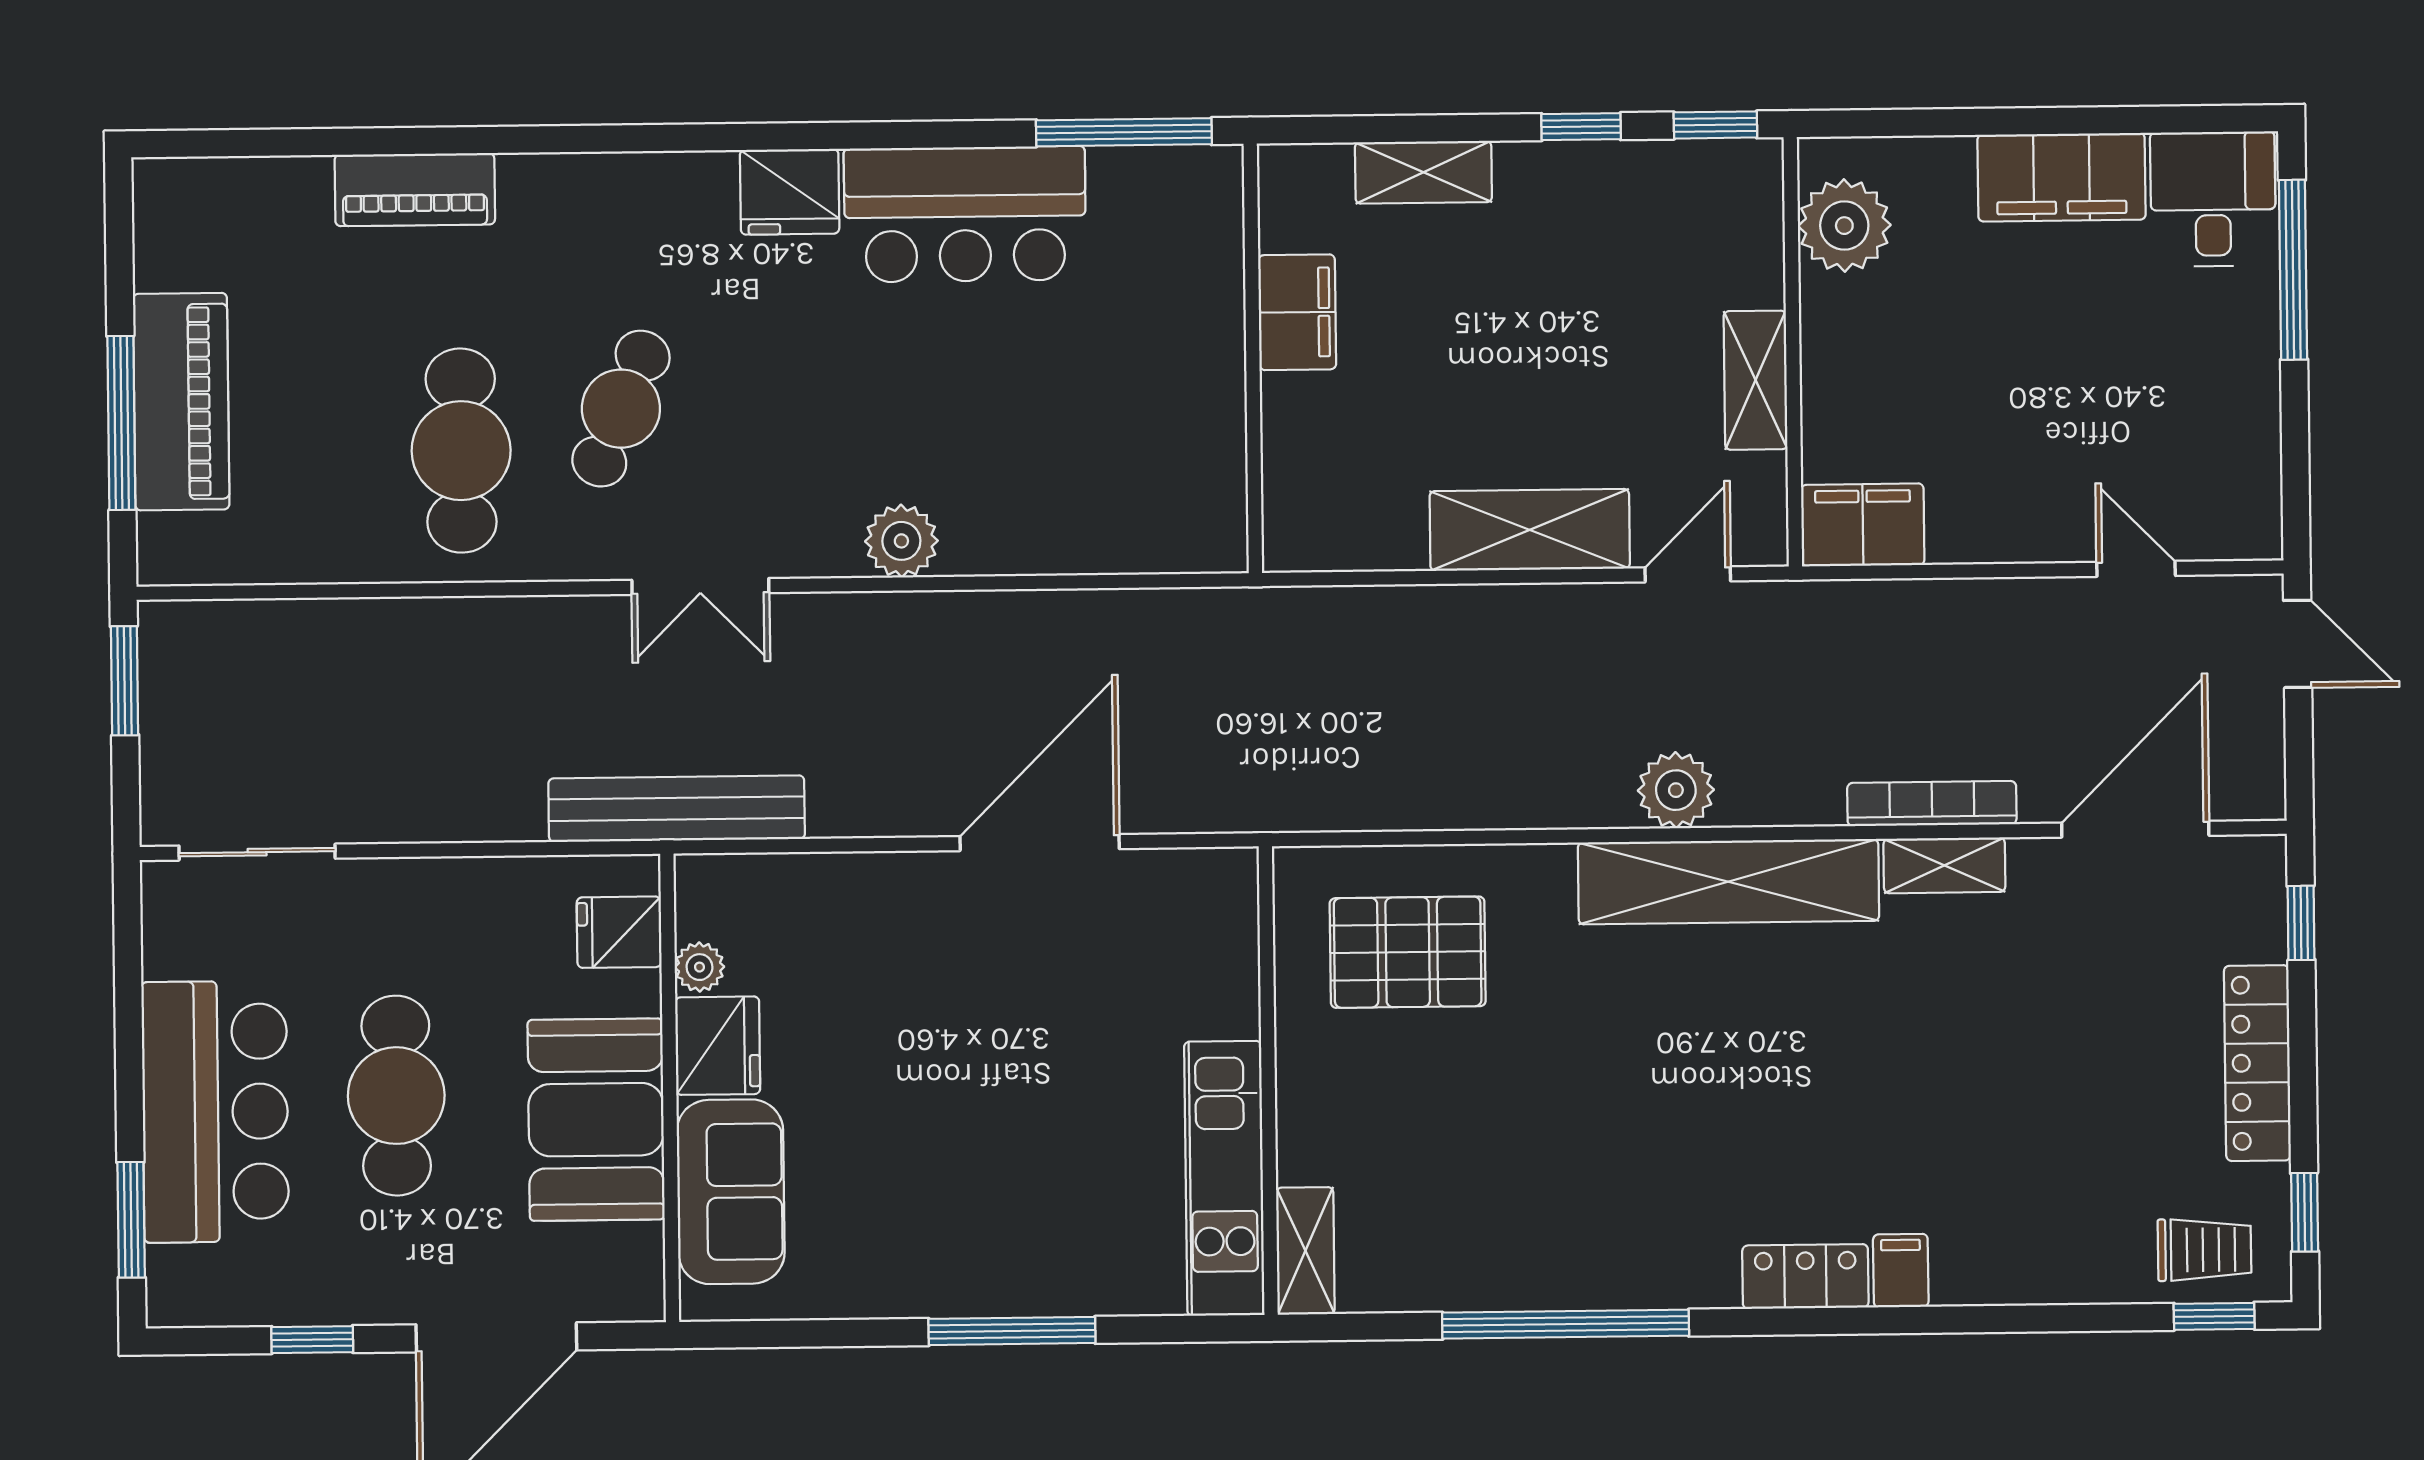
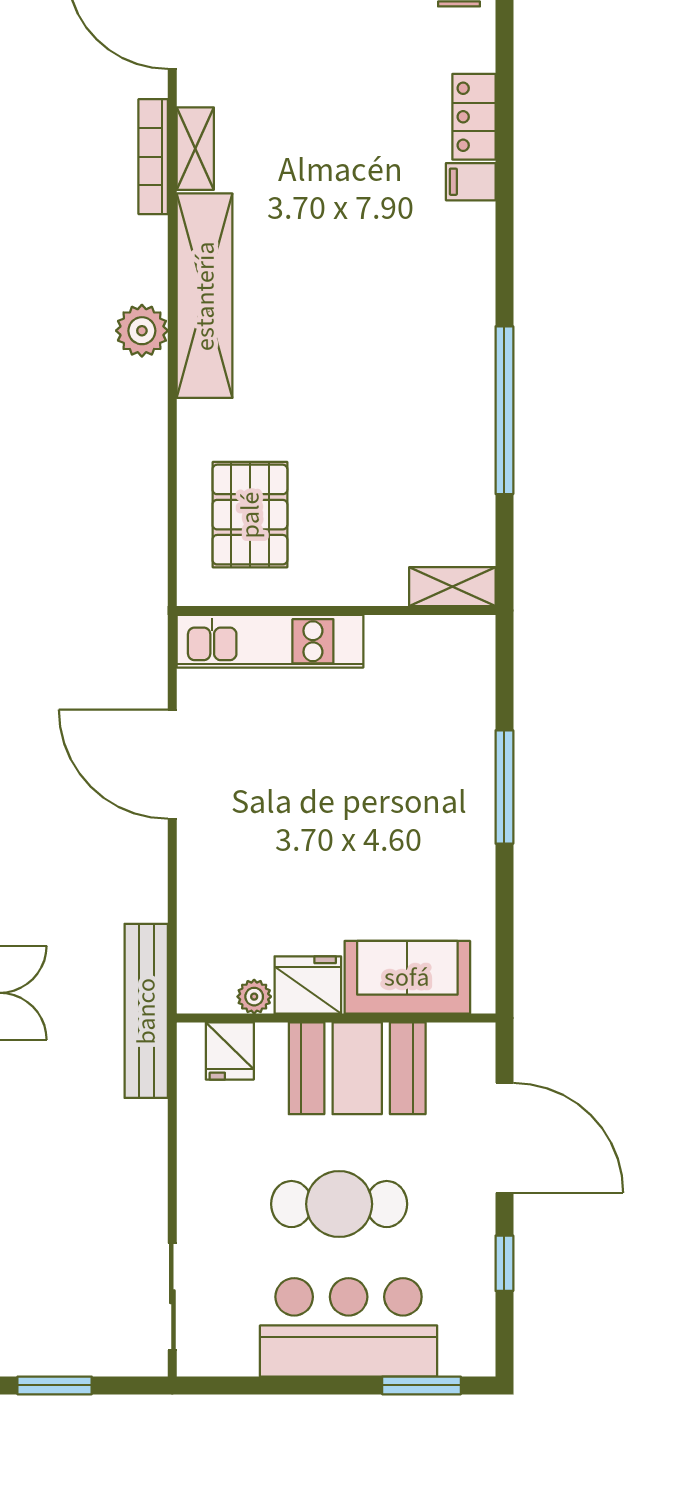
kitchen unit: (1224, 1178) -> (270, 641), moved
locker: (1805, 1277) -> (474, 117), moved

